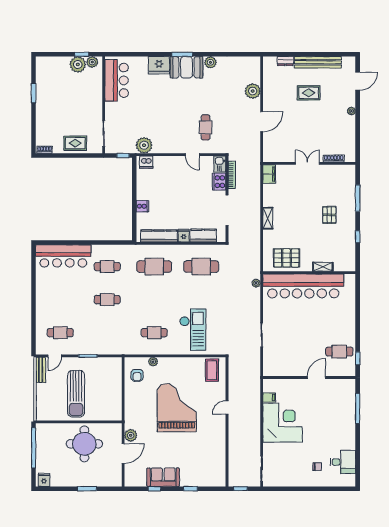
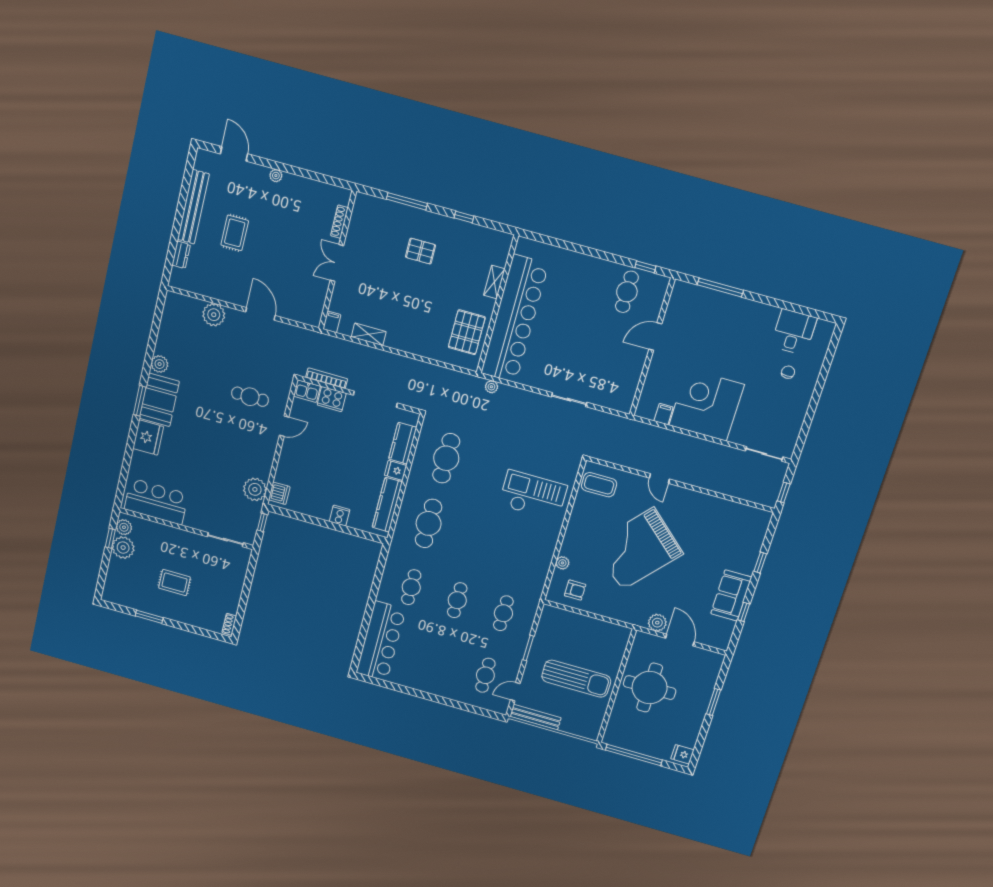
rug: (75, 143) -> (174, 583), moved, turned 90
filing cabinet: (269, 174) -> (332, 322), width x0.50
shelving: (268, 218) -> (369, 334), moved
cafe table: (154, 333) -> (503, 613), moved
door: (55, 356) -> (515, 692), swing flipped
bench: (41, 370) -> (535, 717), width x1.36
door: (316, 378) -> (655, 337), hinge flipped
grand piano: (177, 408) -> (638, 549), turned -48

